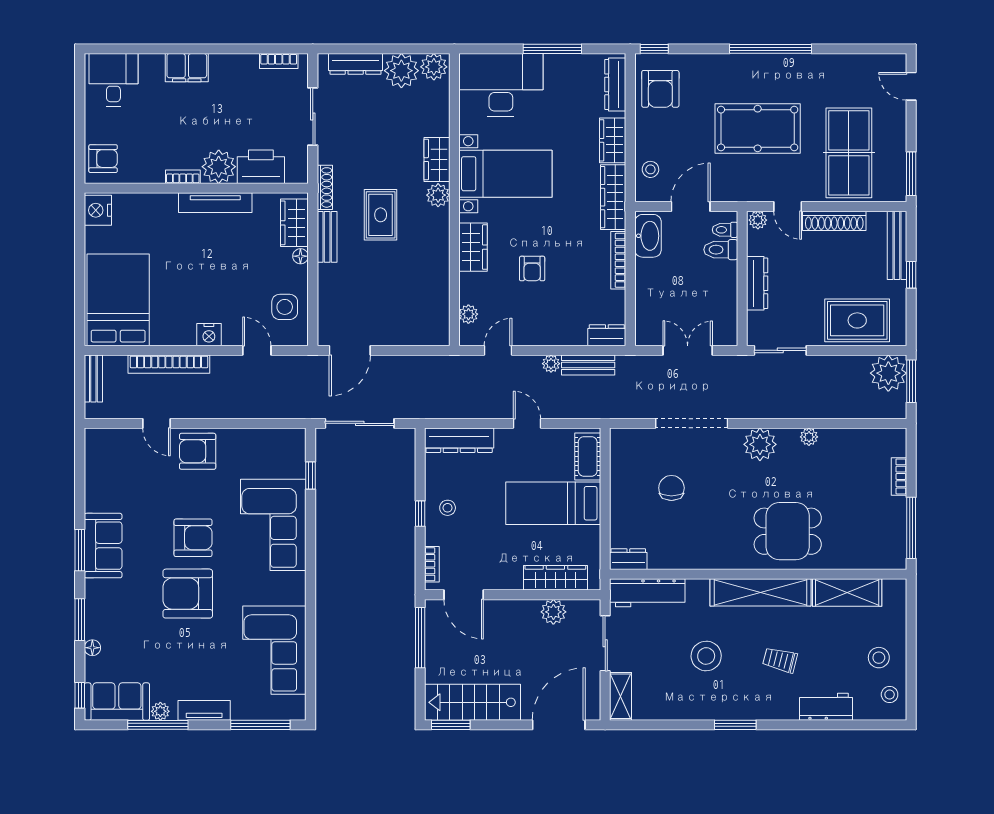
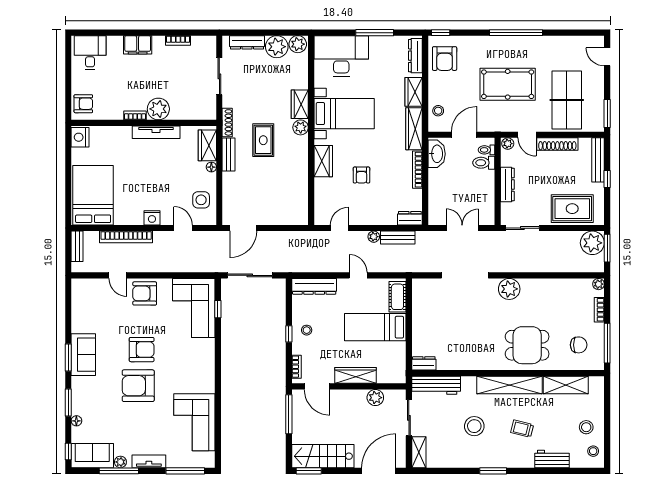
bookcase: (279, 61) -> (178, 40), moved
printer: (261, 167) -> (186, 109), removed
plant: (468, 314) -> (320, 205), removed
plant: (809, 437) -> (599, 284), moved
chair: (671, 488) -> (579, 345), moved, turned 90
corner sofa: (273, 525) -> (194, 308), moved
wardrobe: (555, 578) -> (356, 375), moved

